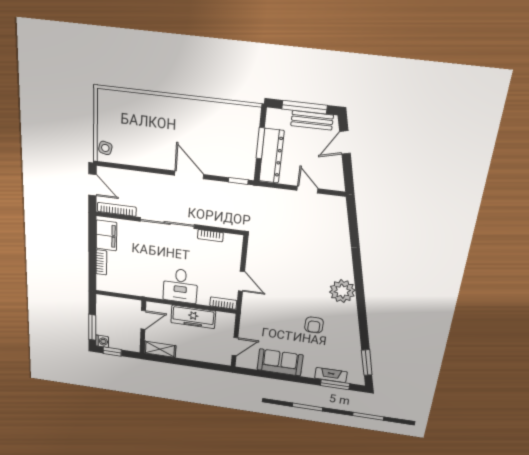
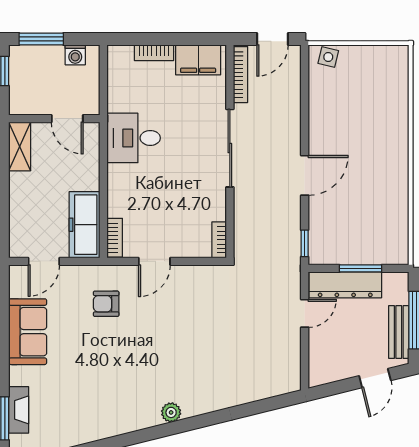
door: (345, 142) -> (375, 378), swing flipped
door: (307, 190) -> (305, 313), moved
bookcase: (210, 236) -> (219, 240), moved
desk: (180, 286) -> (134, 138), moved
plant: (342, 291) -> (171, 412), width x0.53, depth x0.53
freezer: (193, 317) -> (85, 225), moved
armchair: (314, 325) -> (106, 304), moved
washing machine: (102, 341) -> (75, 55), moved
door: (235, 347) -> (44, 261), hinge flipped

